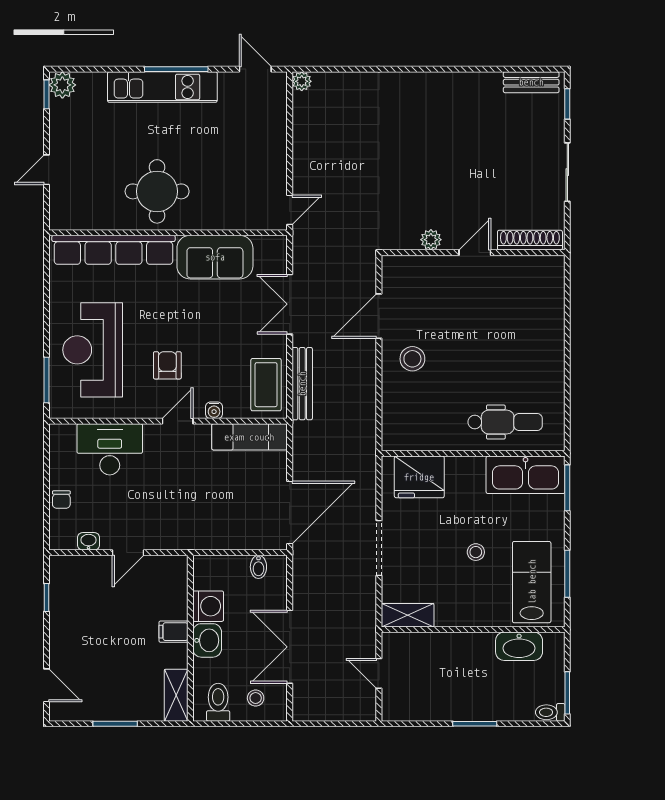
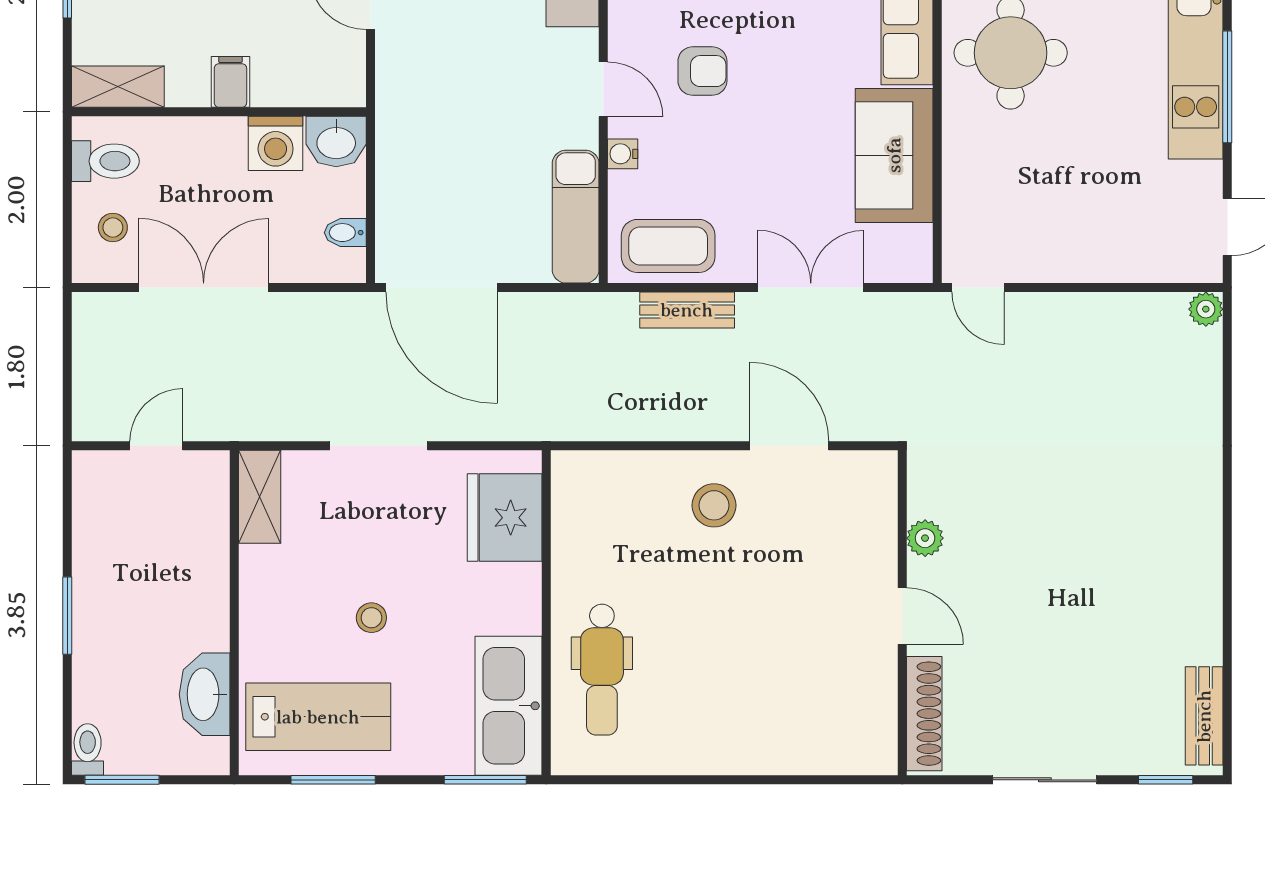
bench: (302, 384) -> (687, 310), width x0.73
washbasin: (207, 640) -> (336, 142), moved

